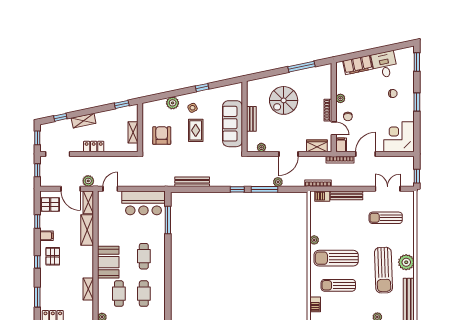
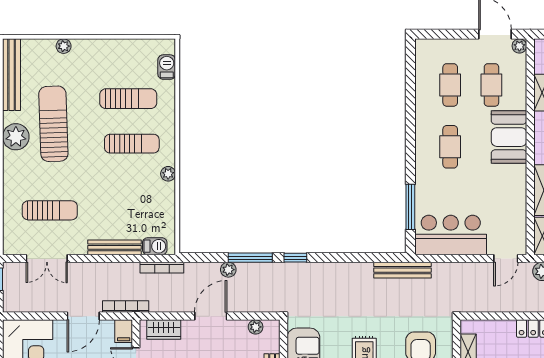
bench: (192, 182) -> (402, 270), moved
sun lounger: (336, 258) -> (132, 144), width x0.73, depth x0.75

